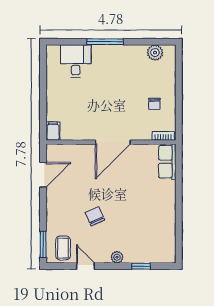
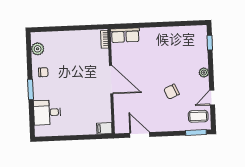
window: (105, 42) -> (31, 89), width x0.69
chair: (154, 104) -> (43, 72), moved
window: (141, 266) -> (210, 43), moved

